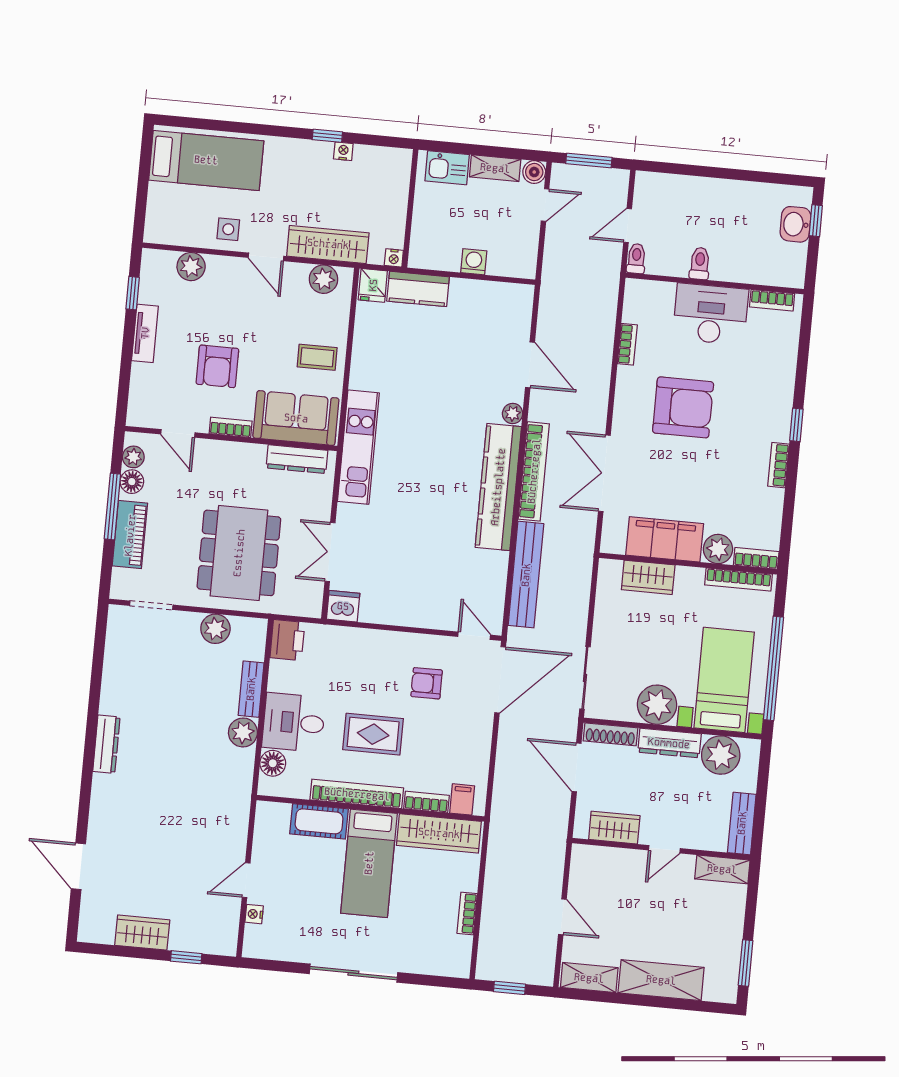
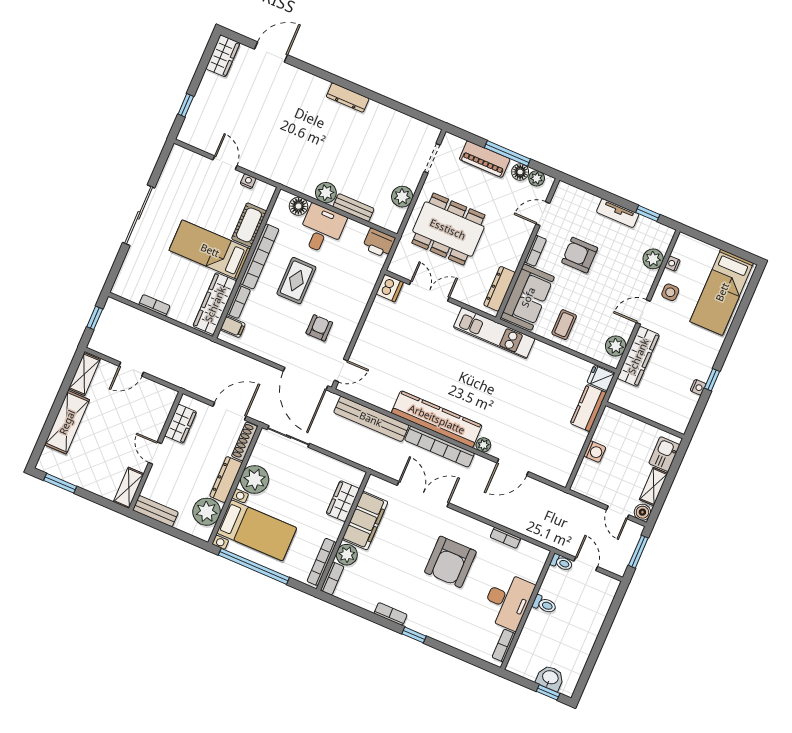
nightstand: (394, 258) -> (673, 264), moved
nightstand: (254, 914) -> (248, 181), moved
wardrobe: (142, 933) -> (223, 56), moved

